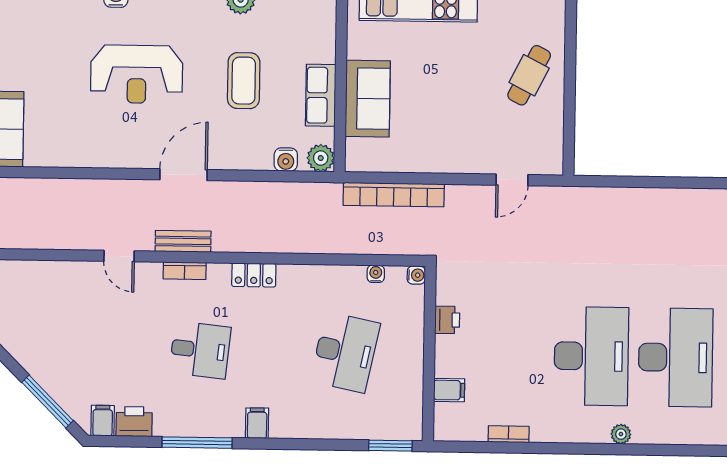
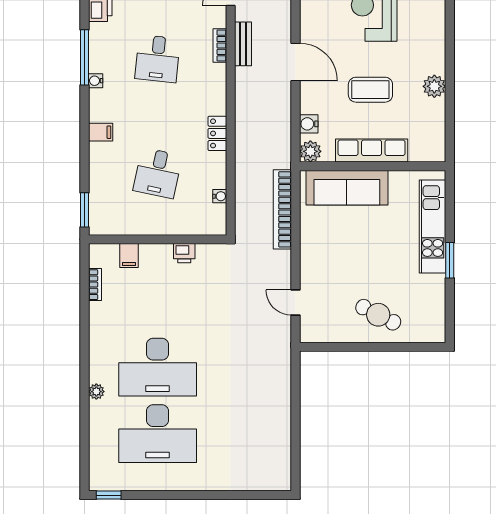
row of seats: (321, 95) -> (372, 151), width x1.48
sofa: (368, 99) -> (347, 188), width x1.36
door: (184, 175) -> (296, 62), moved
locker: (254, 275) -> (217, 133), moved
water cooler: (416, 275) -> (96, 81), moved, turned 90
desk: (345, 352) -> (158, 173), width x0.73
filing cabinet: (257, 423) -> (101, 132), moved
bookcase: (509, 434) -> (95, 285), moved

